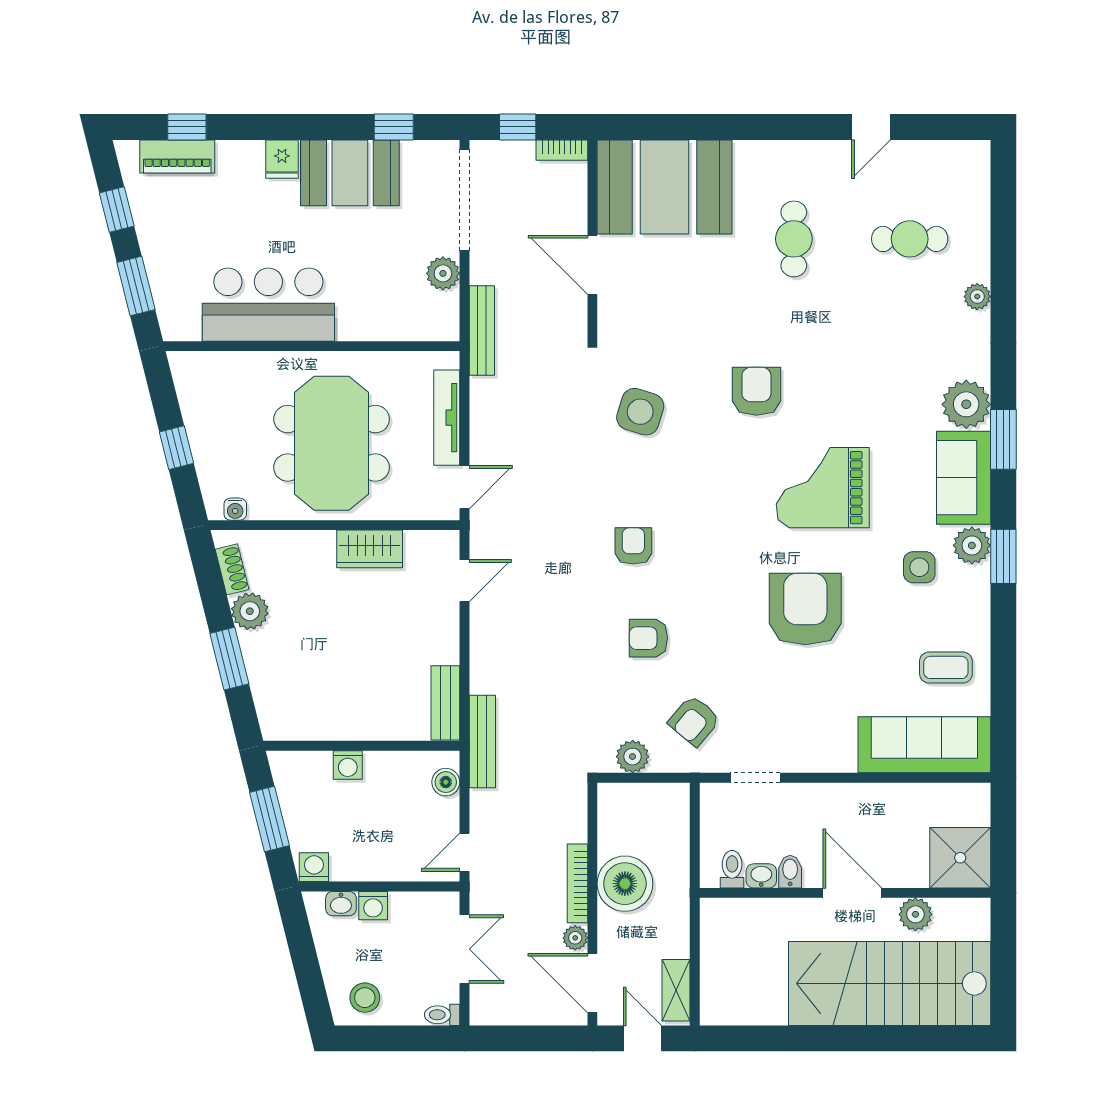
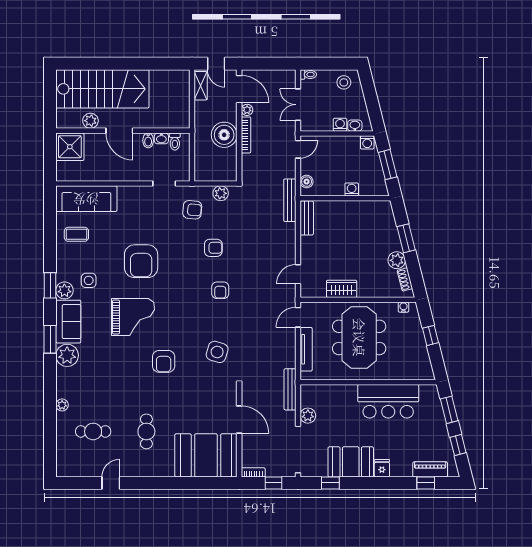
armchair: (694, 721) -> (192, 210), turned 55

